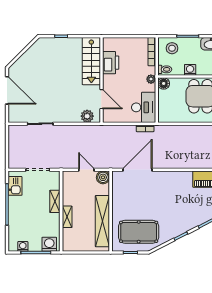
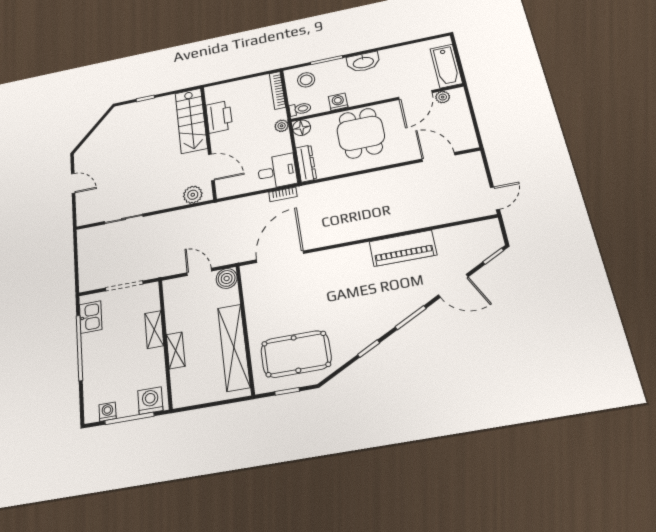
door: (7, 90) -> (73, 183), width x0.53
desk: (144, 107) -> (277, 171), width x0.73
dresser: (163, 110) -> (306, 163), added

